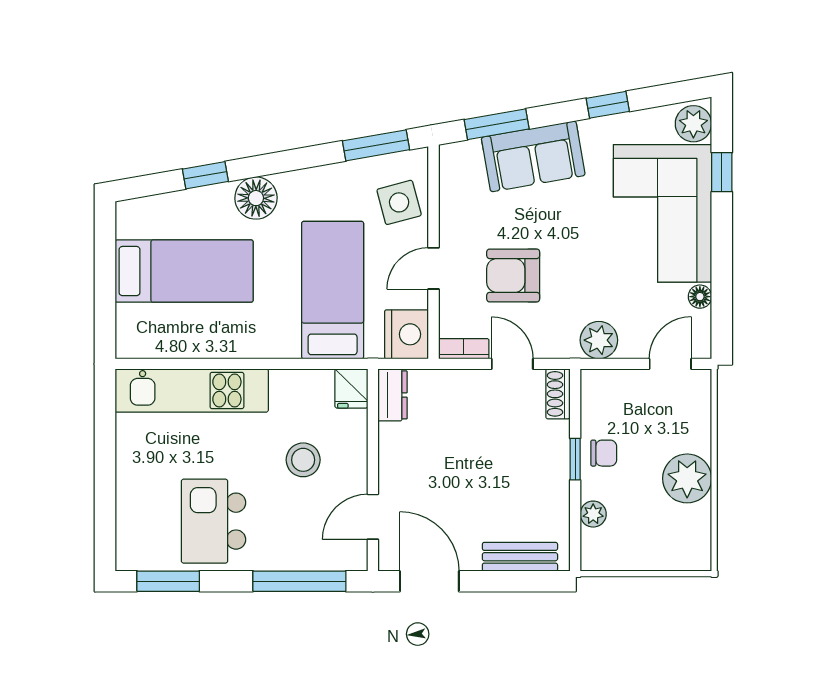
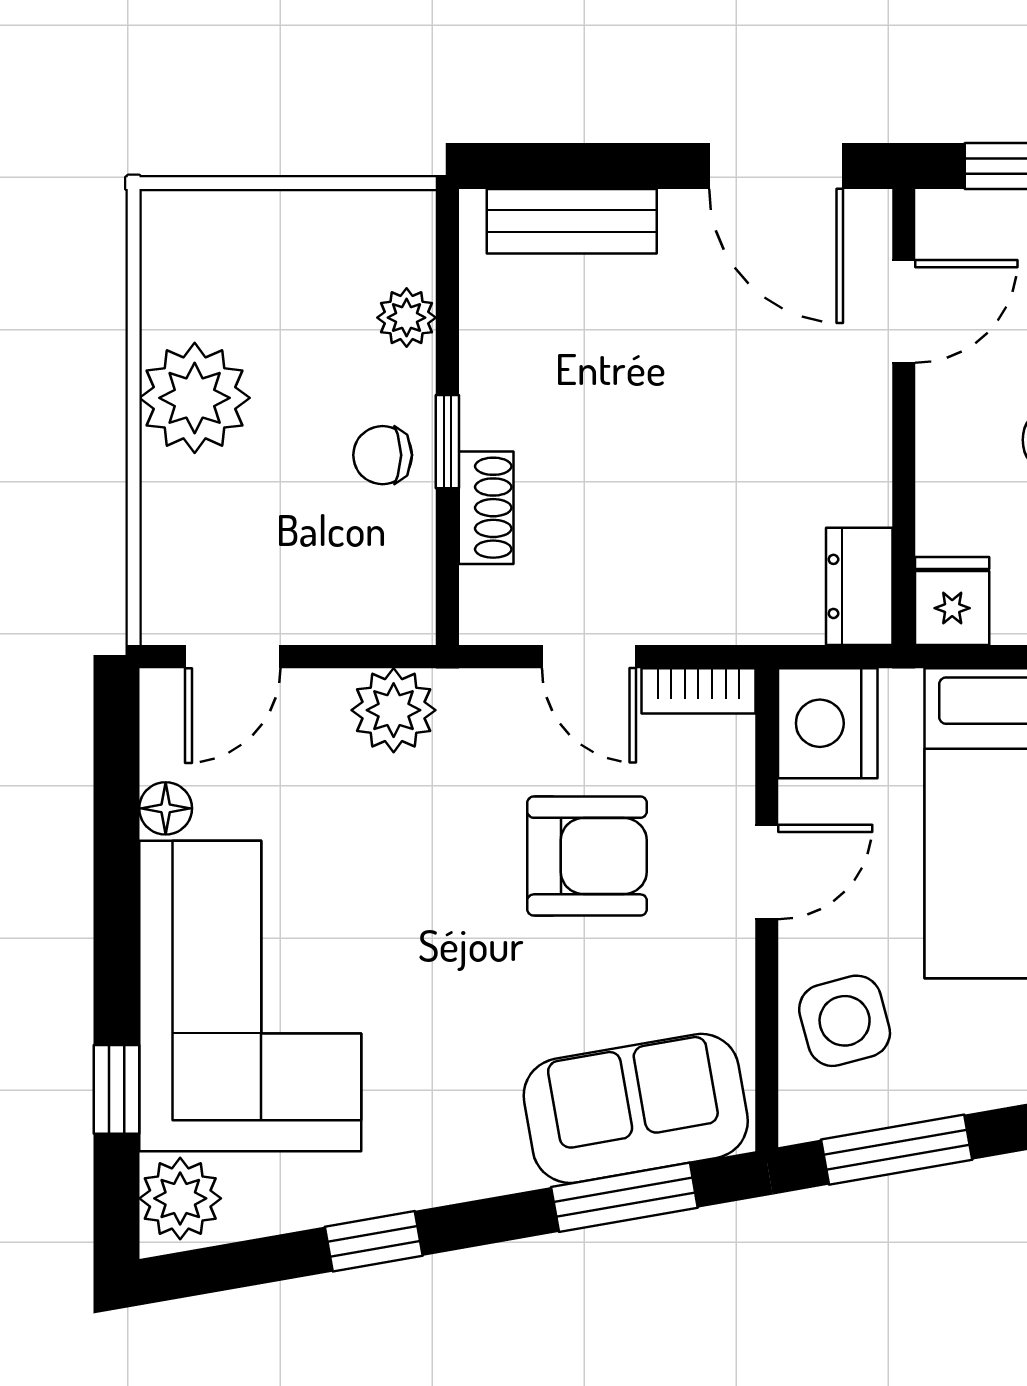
sofa: (533, 156) -> (636, 1108), moved
shoe rack: (558, 394) -> (486, 508), moved

